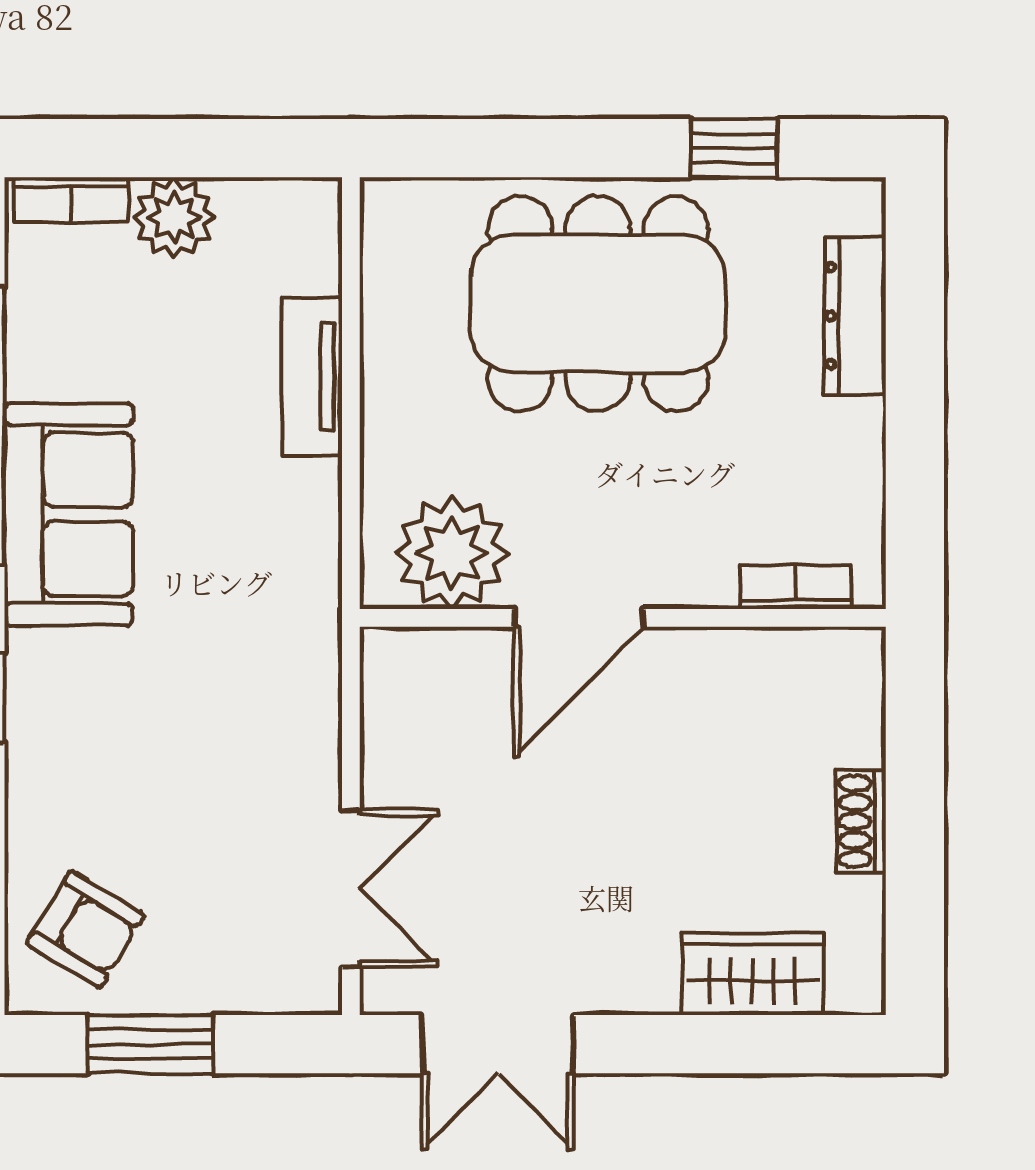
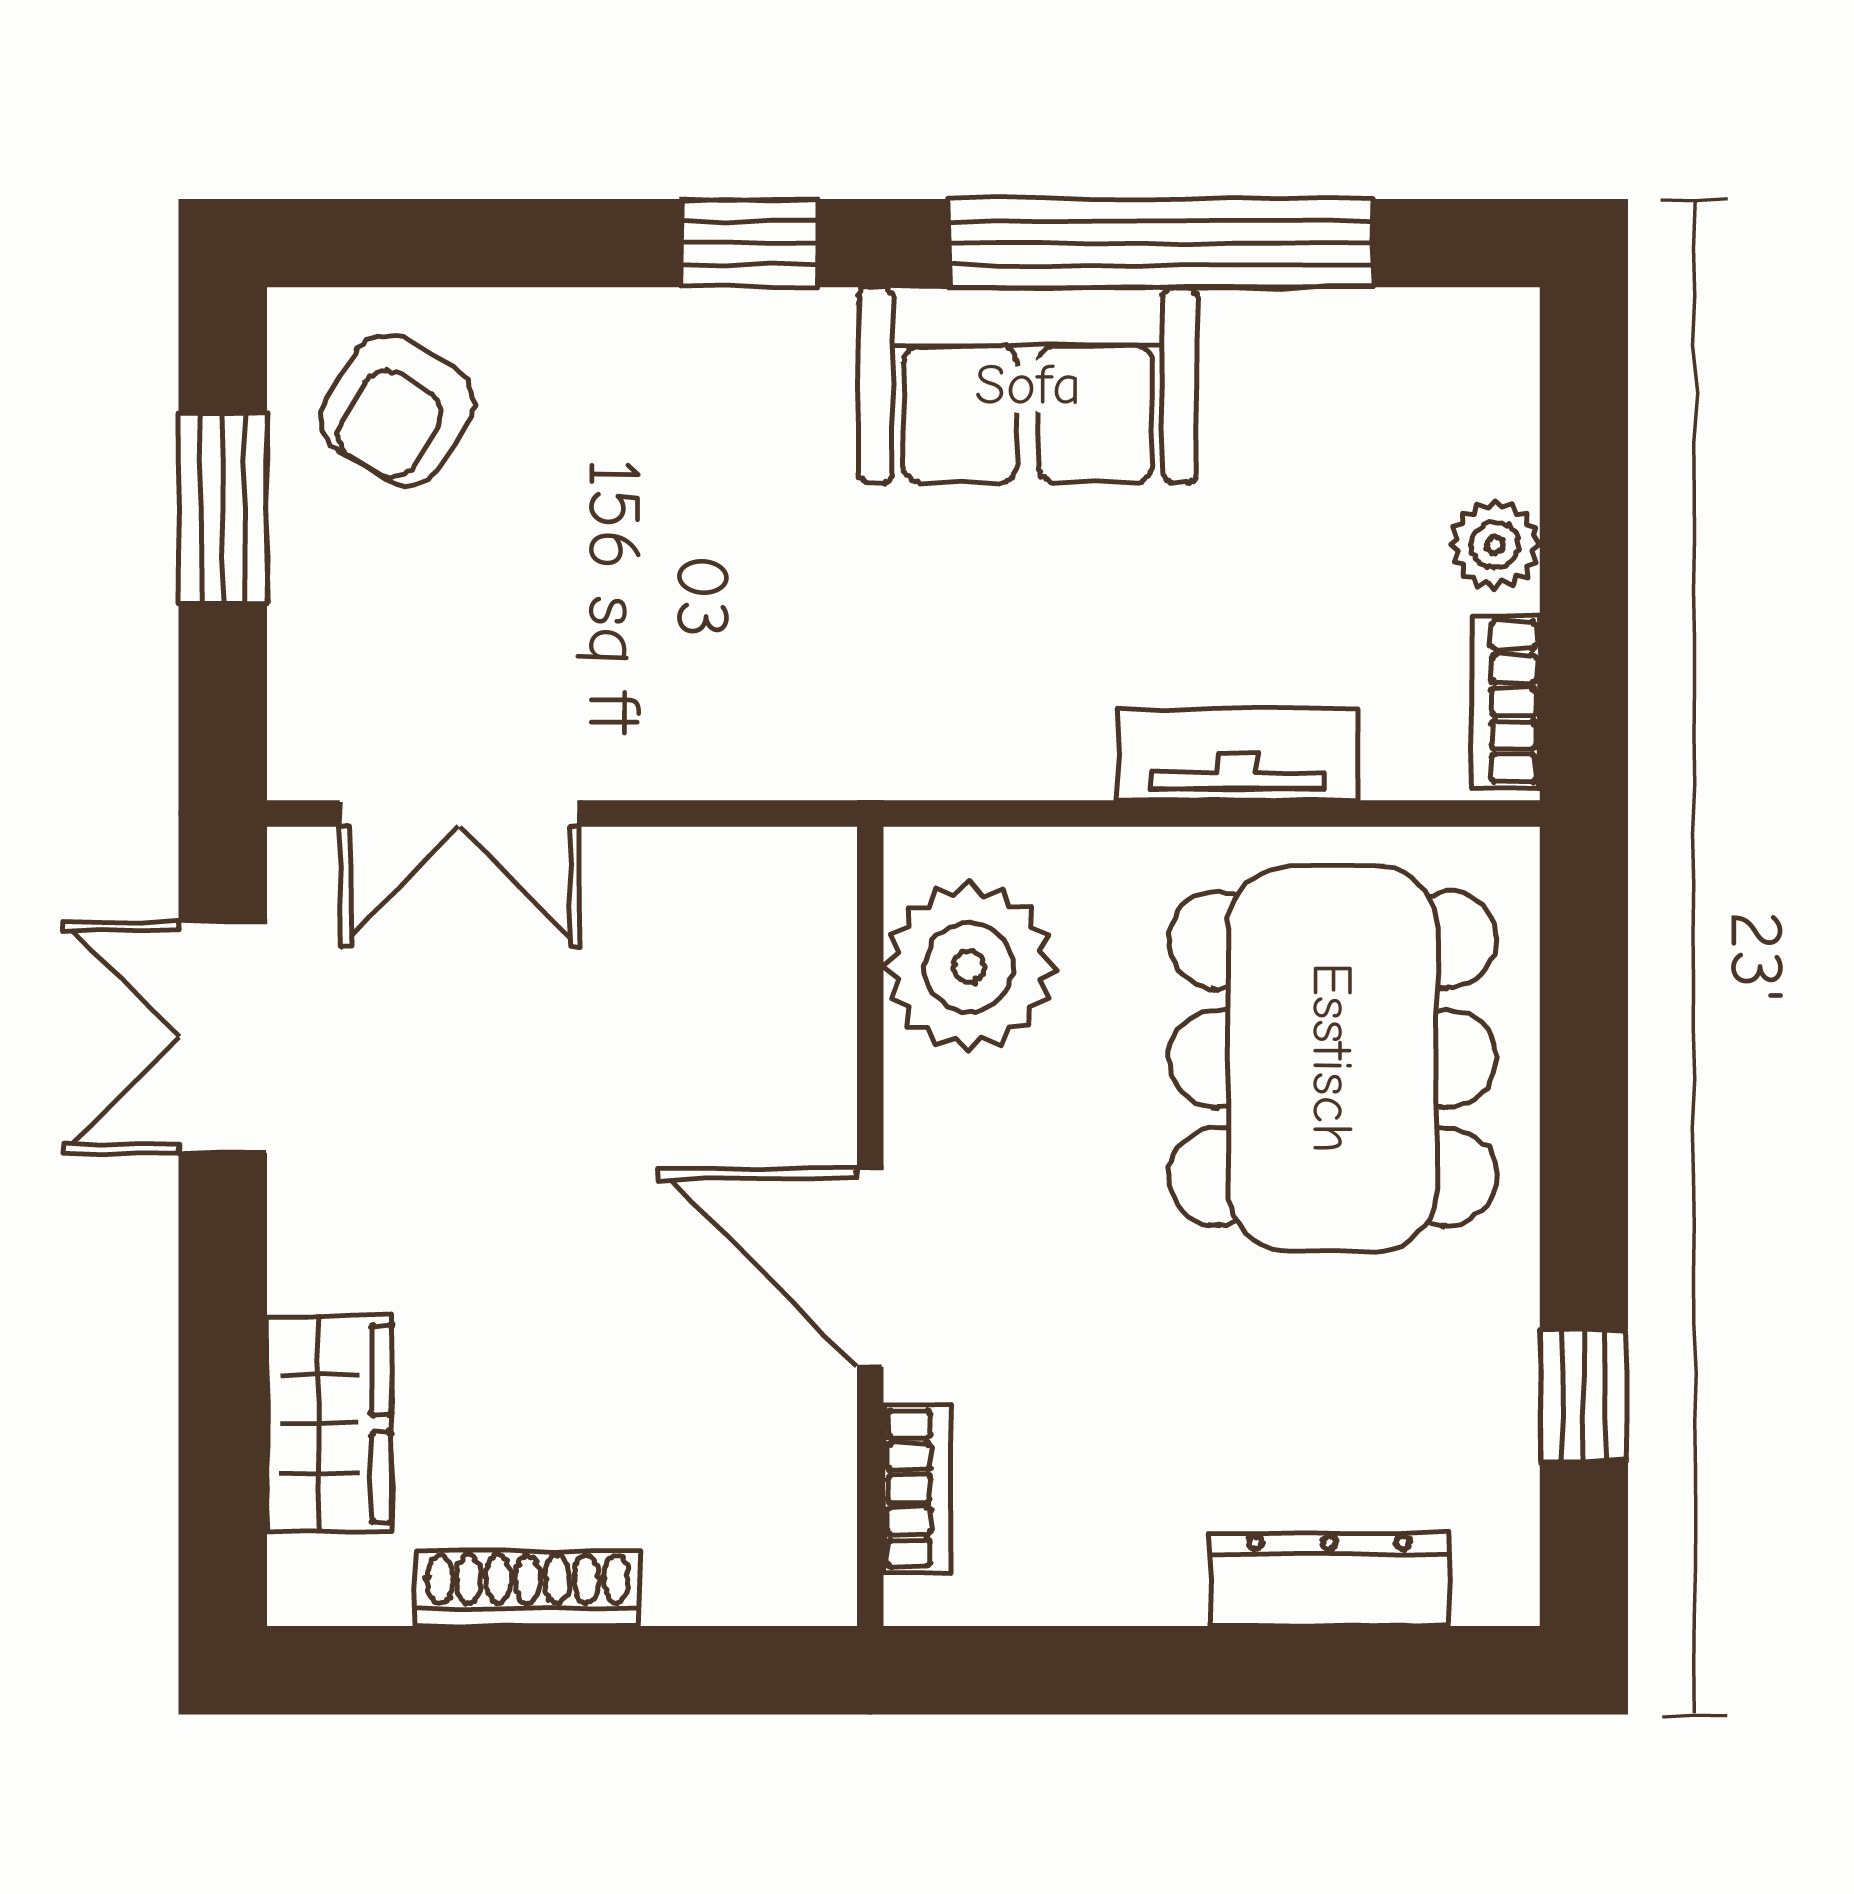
bookcase: (71, 200) -> (1505, 702), moved
plant: (174, 218) -> (1495, 545), width x0.73, depth x0.73
dining table: (598, 304) -> (1332, 1058), moved
door: (579, 618) -> (870, 1268), moved
shoe rack: (861, 821) -> (528, 1588), width x1.43

